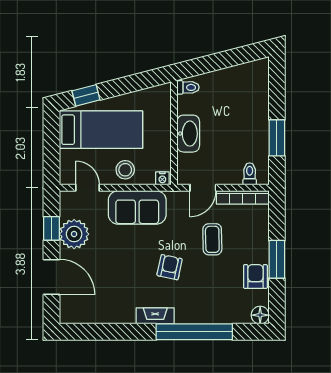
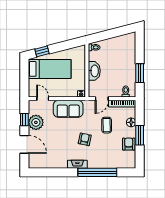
stool: (125, 170) -> (62, 89), removed
floor lamp: (260, 315) -> (131, 122), moved

